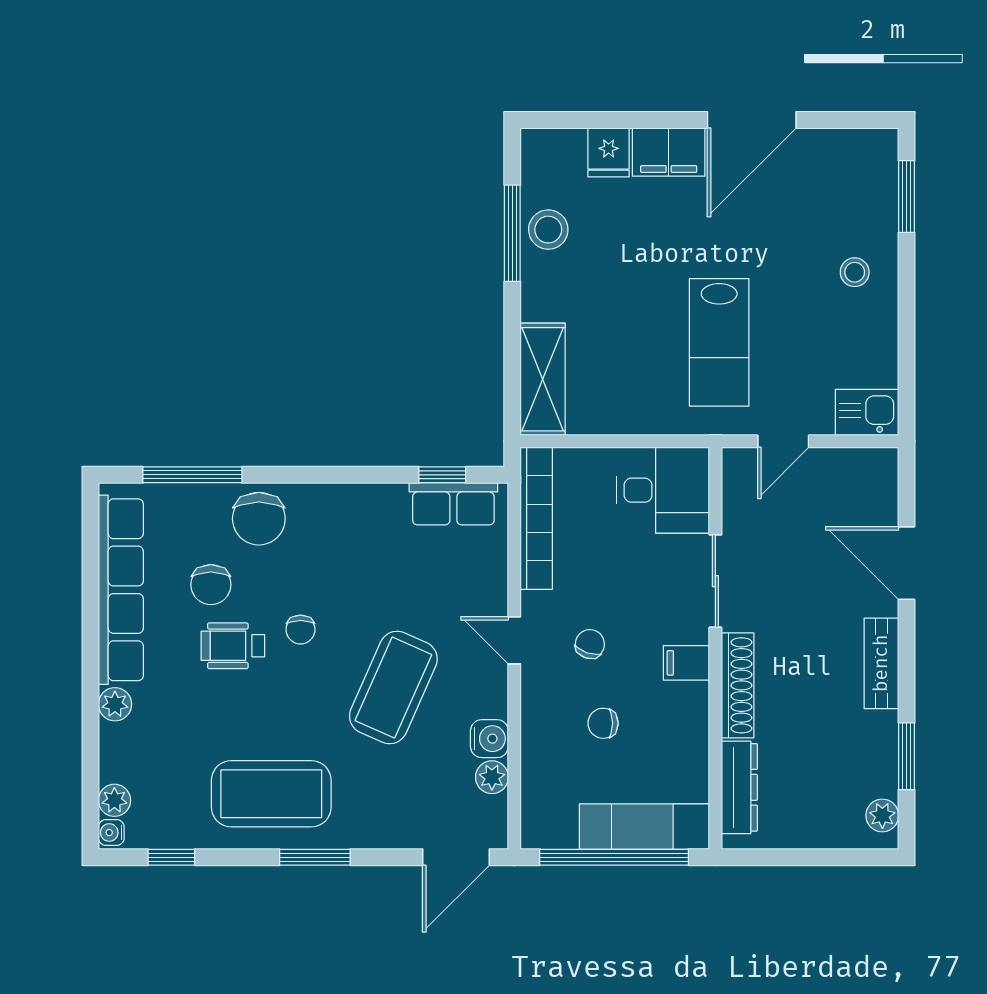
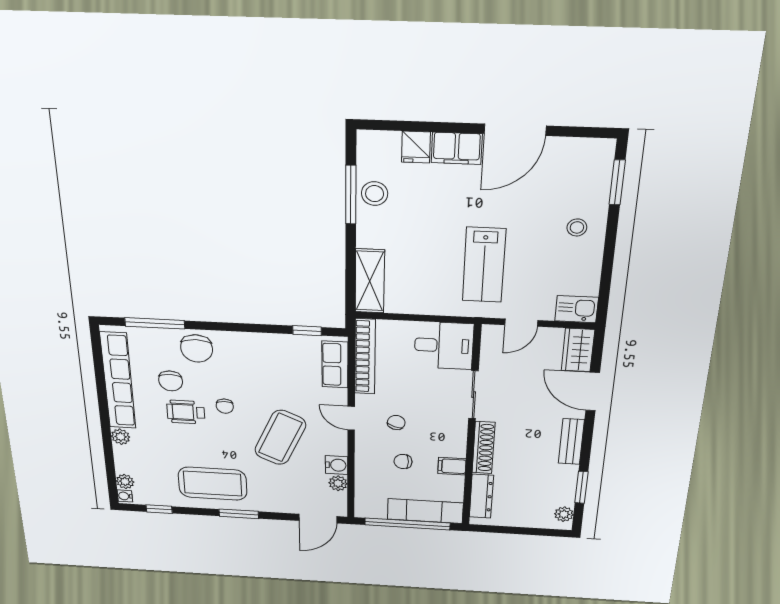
wardrobe: (876, 486) -> (578, 350), added
row of seats: (453, 504) -> (335, 365), moved, turned 90
filing cabinet: (686, 663) -> (452, 466), moved

